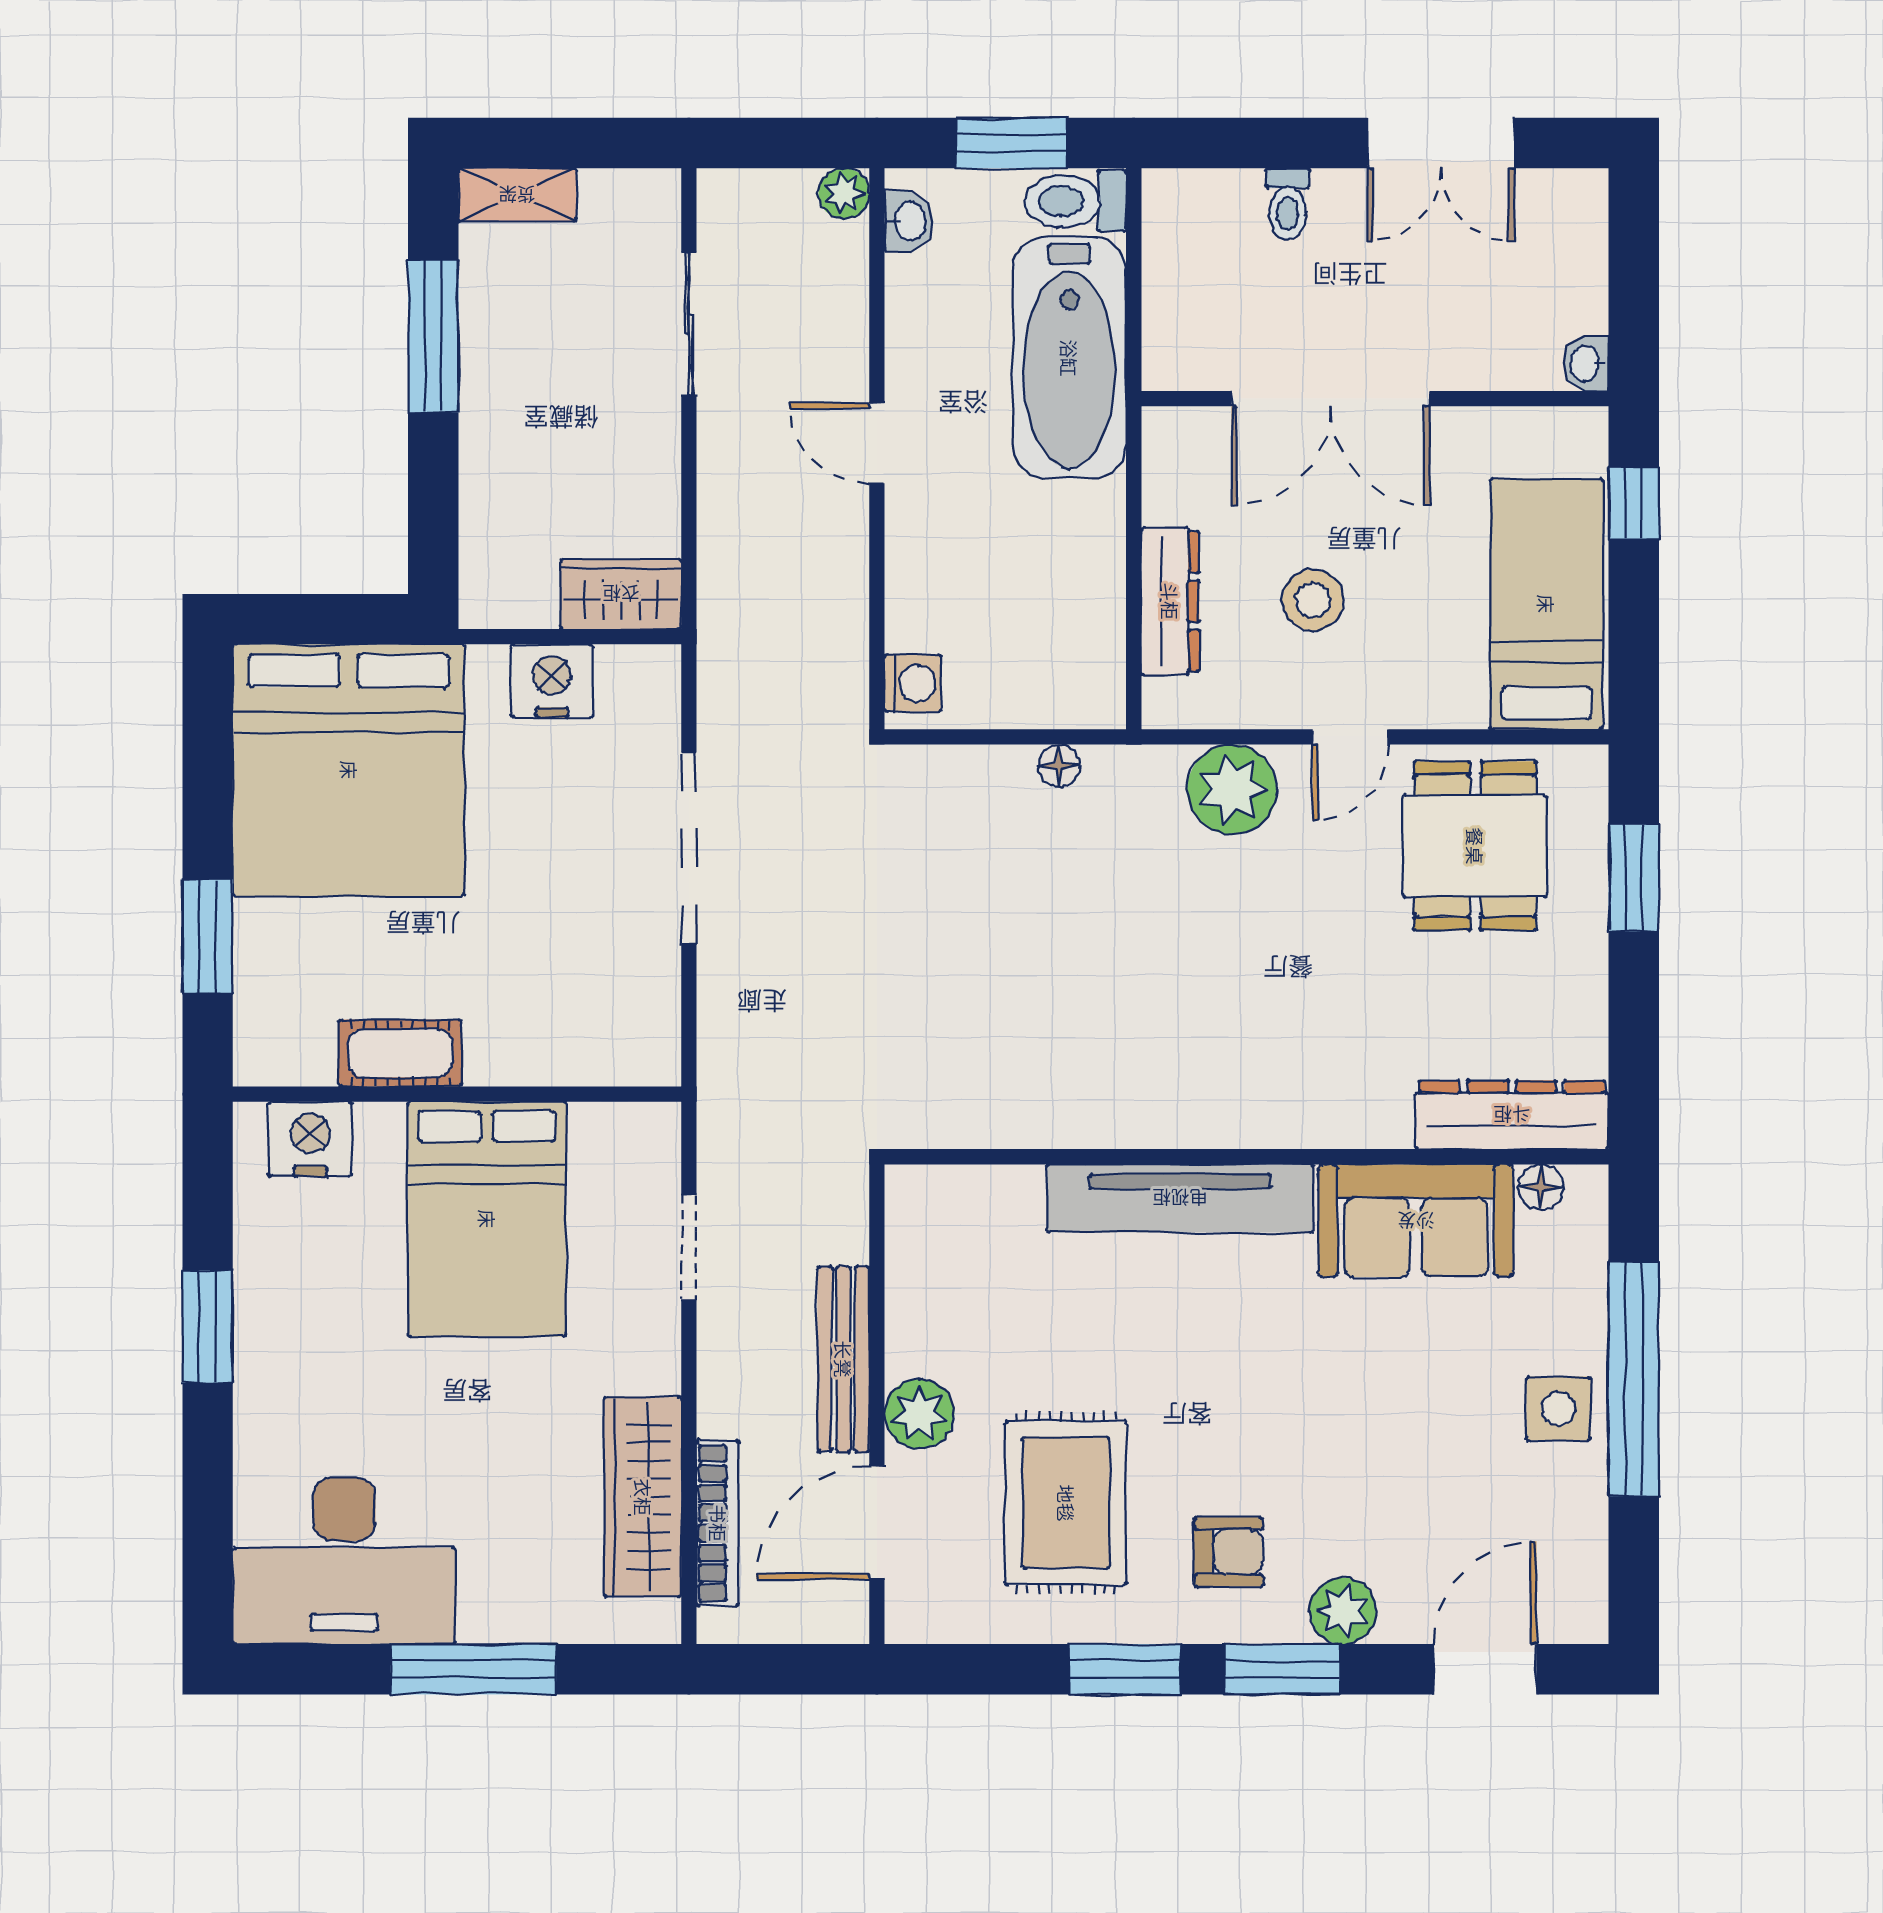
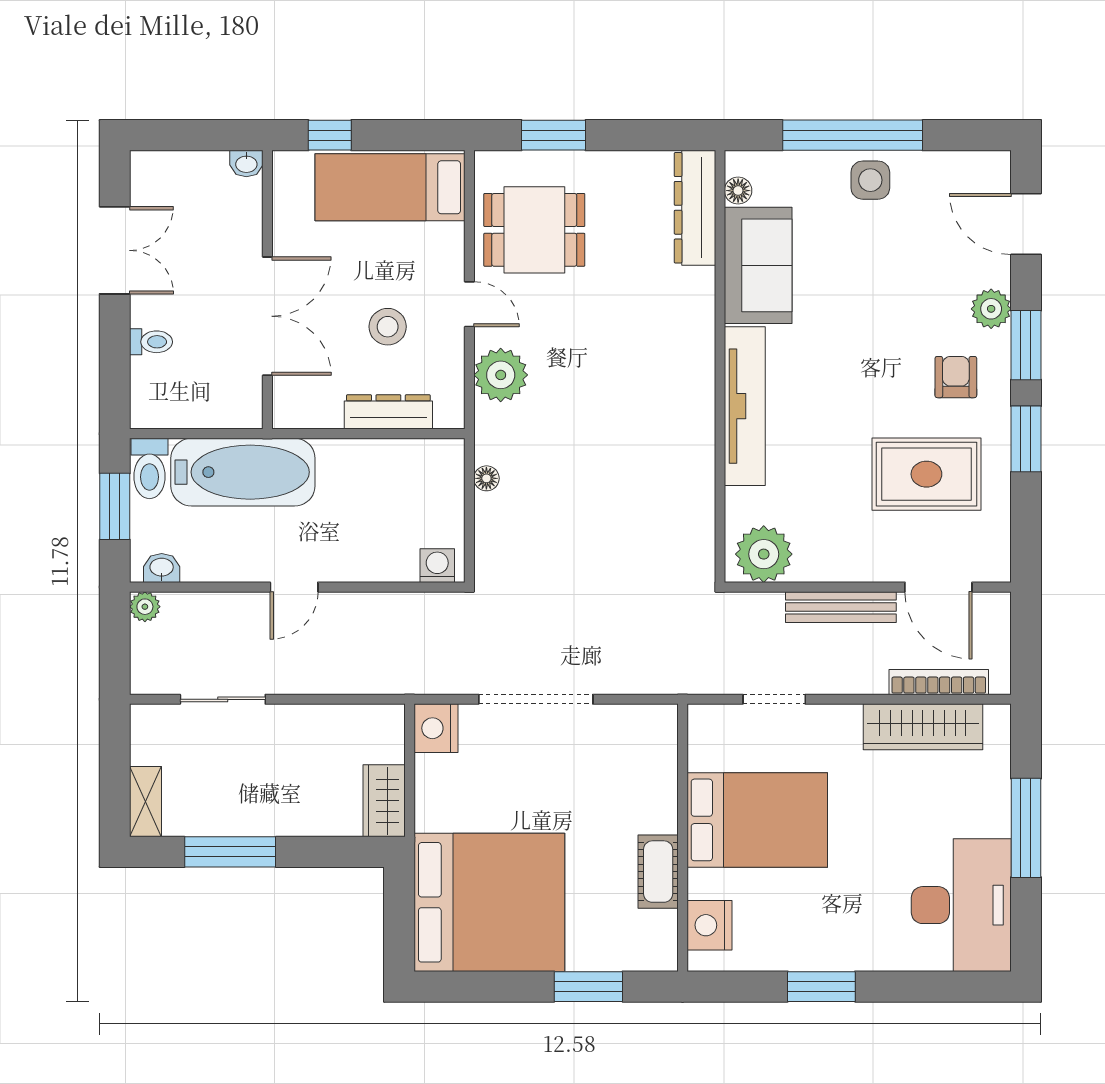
wardrobe: (621, 594) -> (384, 801), moved
nightstand: (552, 681) -> (436, 728), moved
plant: (919, 1414) -> (764, 554), moved, width x1.36, depth x1.36

